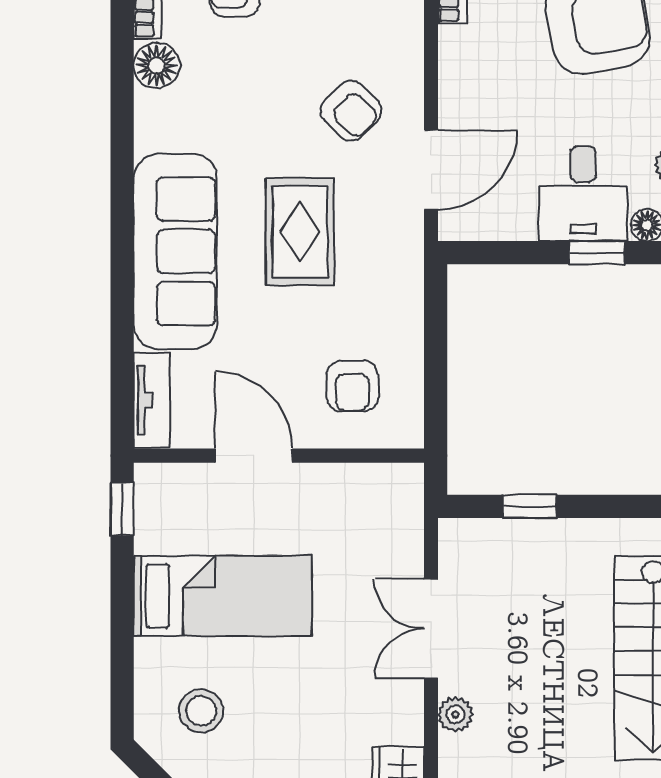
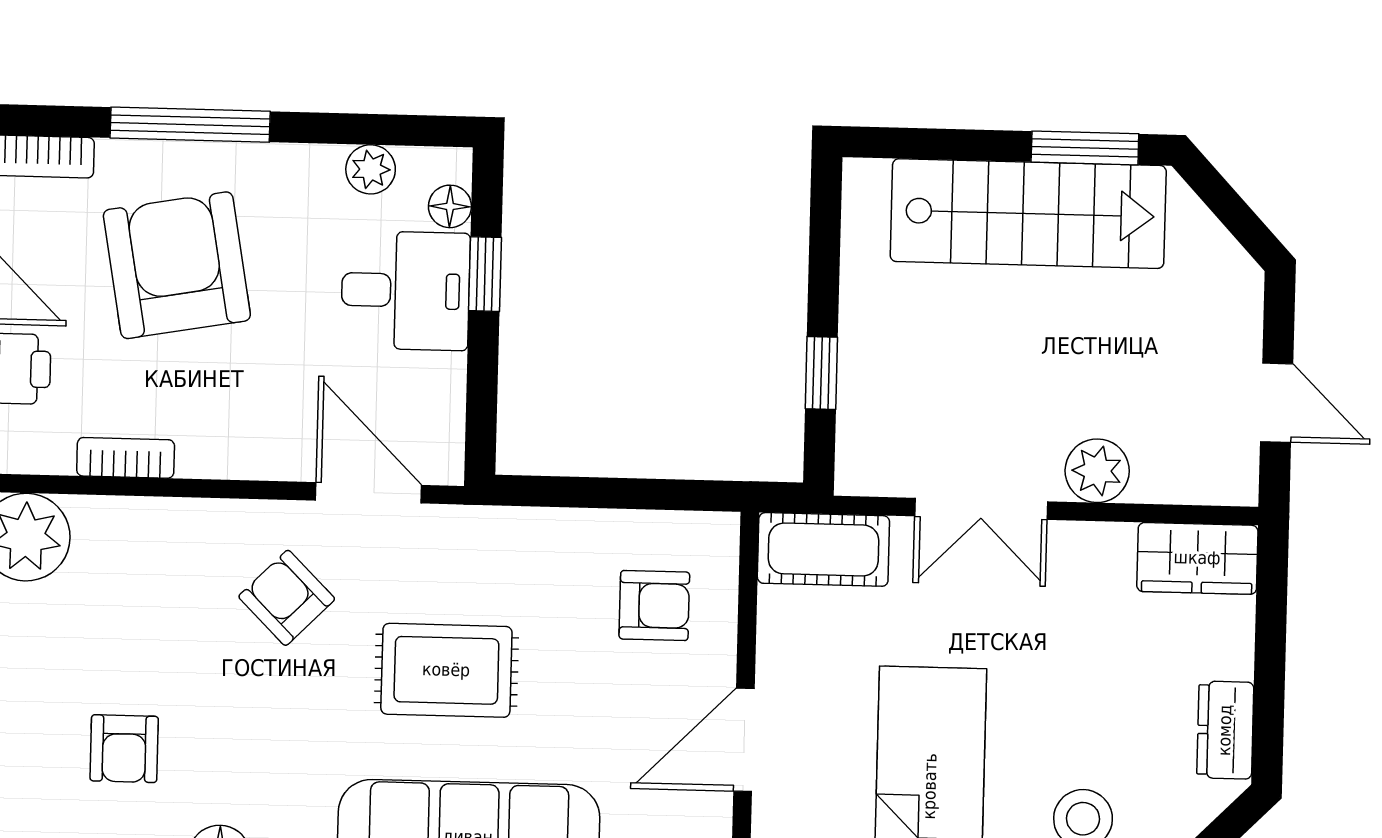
armchair: (351, 111) -> (287, 598), turned -90
cot: (398, 511) -> (823, 549), added
plant: (455, 715) -> (1097, 471), width x1.38, depth x1.38

